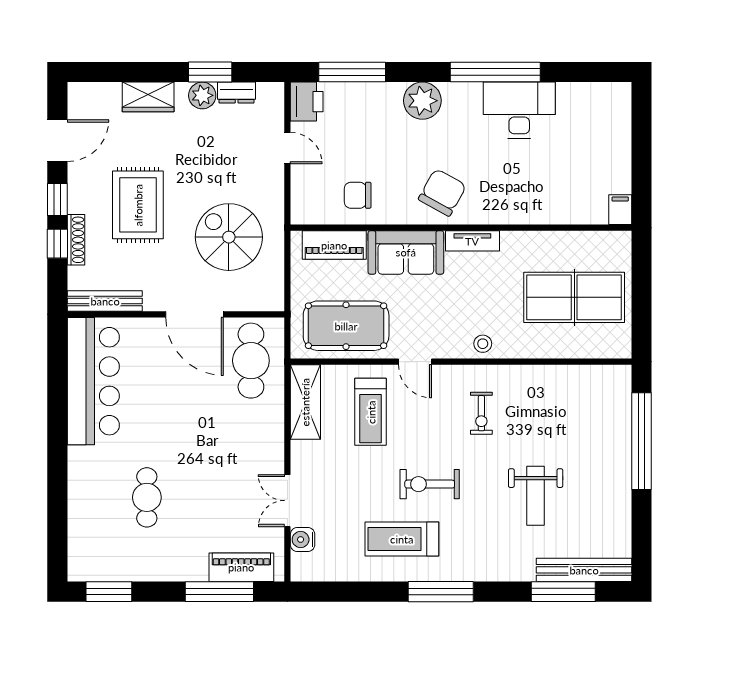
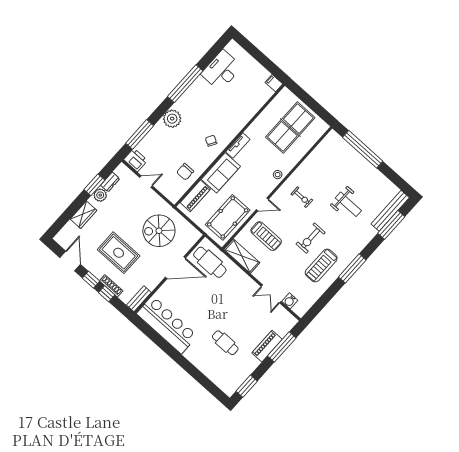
desk: (519, 110) -> (222, 70), moved
chair: (442, 192) -> (211, 141), width x0.54, depth x0.54
bench: (105, 301) -> (139, 299), width x0.73
piano: (241, 567) -> (267, 346), moved

